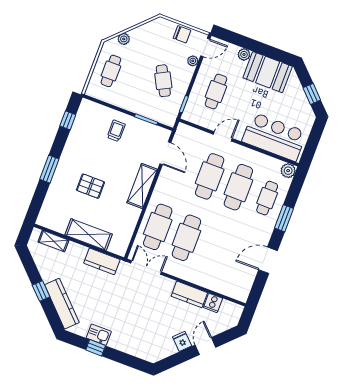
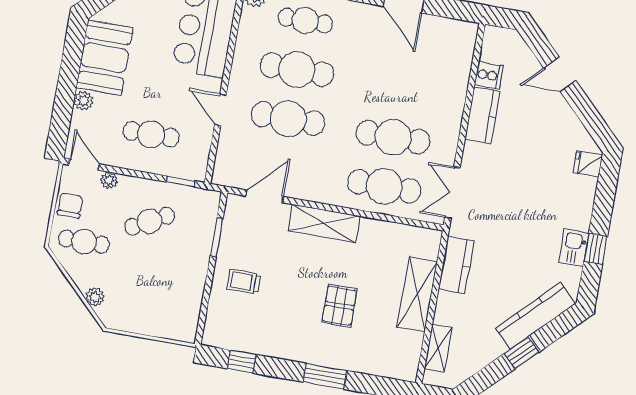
cafe table: (111, 71) -> (84, 242), moved
fridge: (182, 341) -> (588, 164), moved, turned 45

